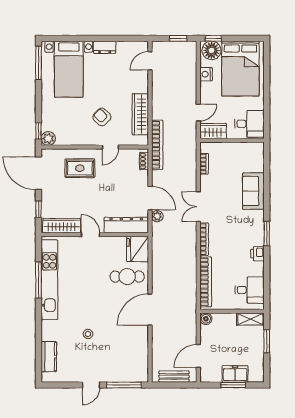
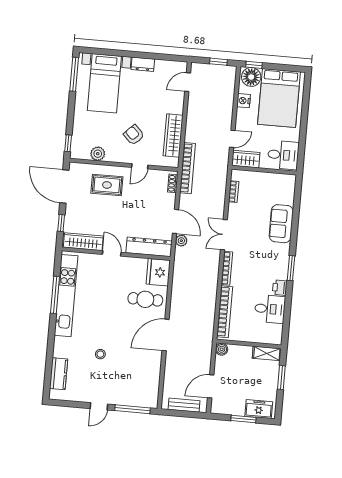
plant: (48, 138) -> (98, 154), moved
desk: (250, 290) -> (270, 309), moved
freezer: (235, 374) -> (259, 409), moved

